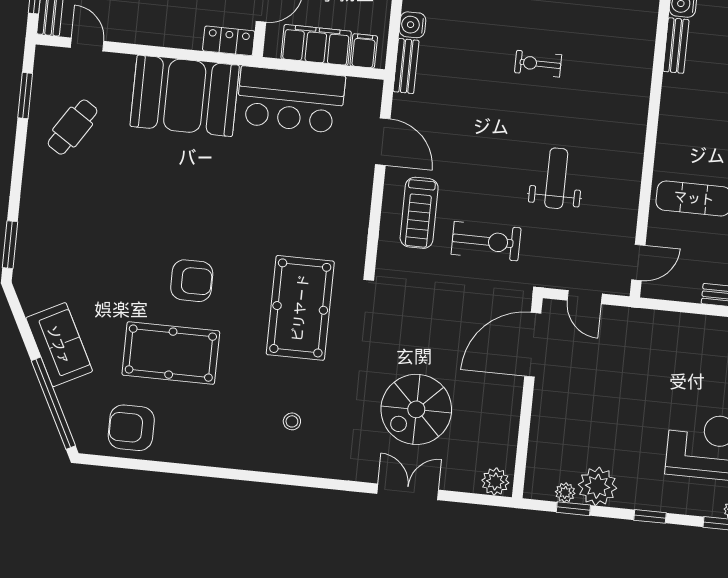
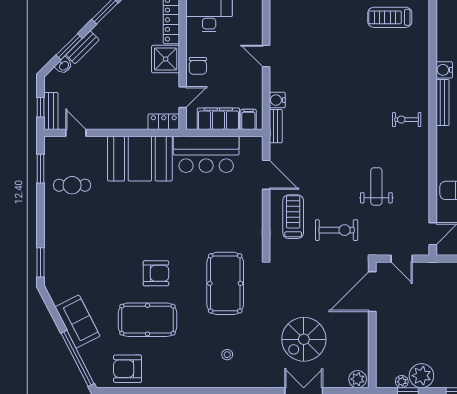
bench: (676, 46) -> (442, 102), width x1.36
exercise bike: (538, 64) -> (407, 120), moved
cafe table: (73, 127) -> (72, 185), turned 57
treadmill: (419, 213) -> (293, 217), turned 180

